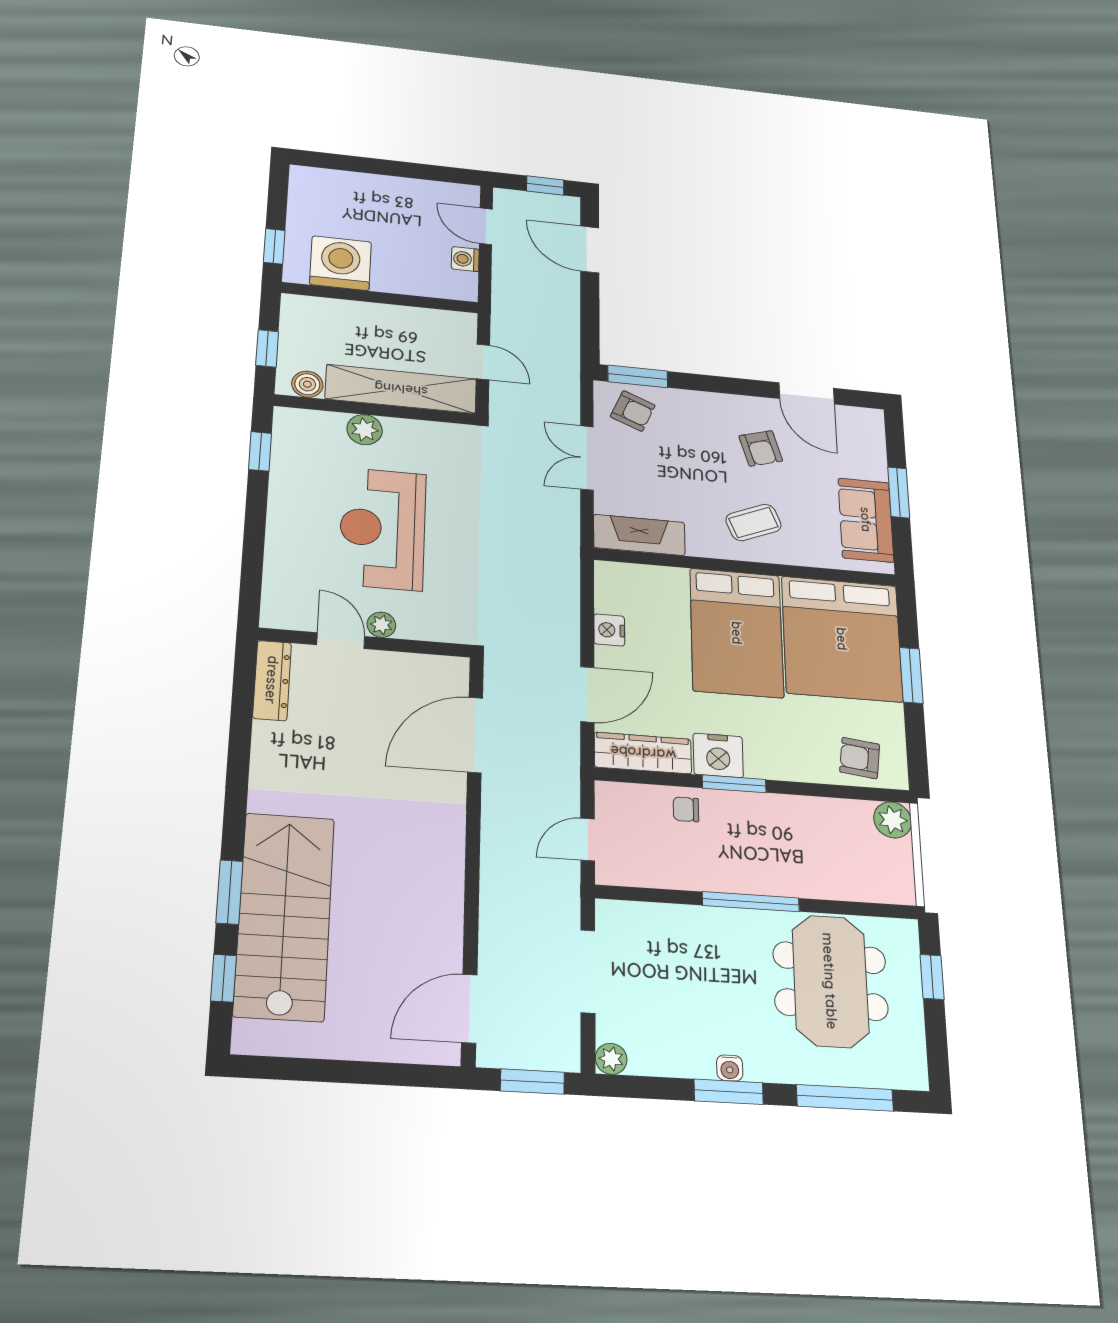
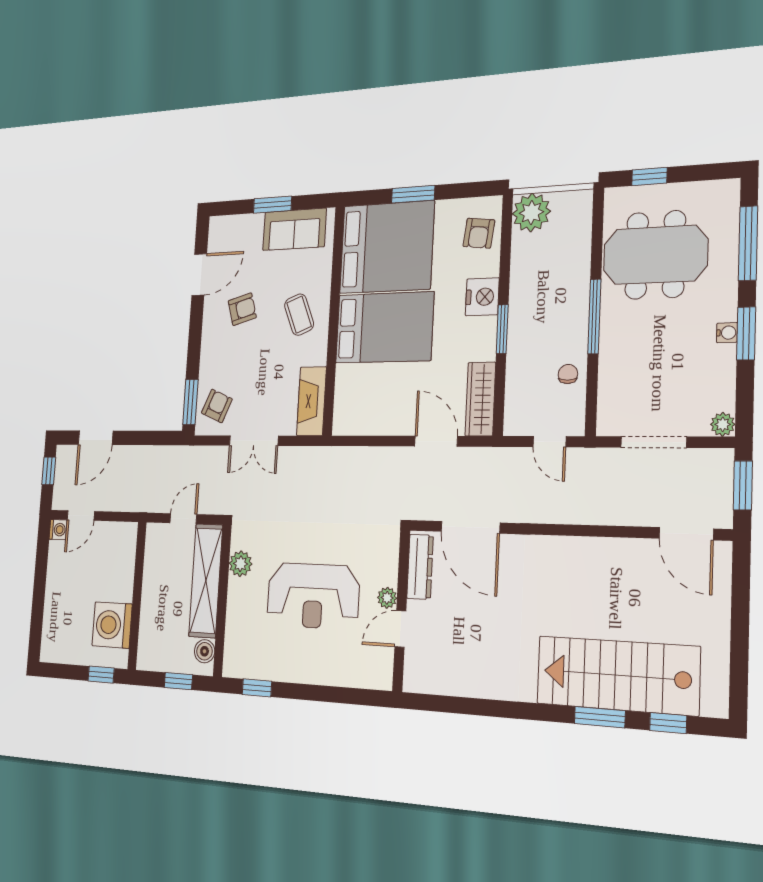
washing machine: (465, 259) -> (58, 530), moved, turned -90
plant: (365, 430) -> (241, 564), moved
nightstand: (609, 630) -> (385, 424), removed
dresser: (272, 680) -> (420, 567), moved, turned 90
nightstand: (718, 755) -> (482, 297), moved
chair: (686, 809) -> (568, 374), moved, turned 180
plant: (893, 820) -> (531, 213), width x1.36, depth x1.36

